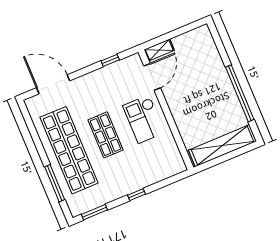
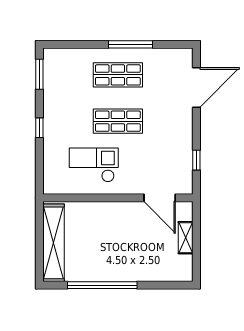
shelving: (159, 50) -> (186, 238), moved
checkout: (144, 119) -> (94, 165), moved
shop shelf: (69, 150) -> (118, 75), width x0.50, depth x0.74
window: (55, 183) -> (131, 44), moved

